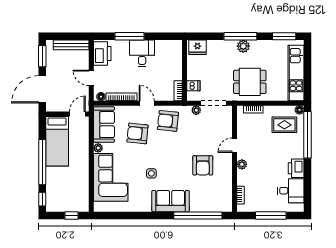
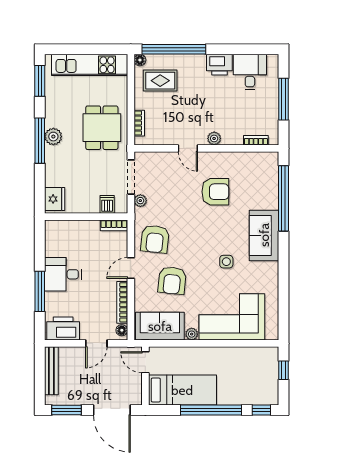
rug: (284, 125) -> (160, 81), turned 90

